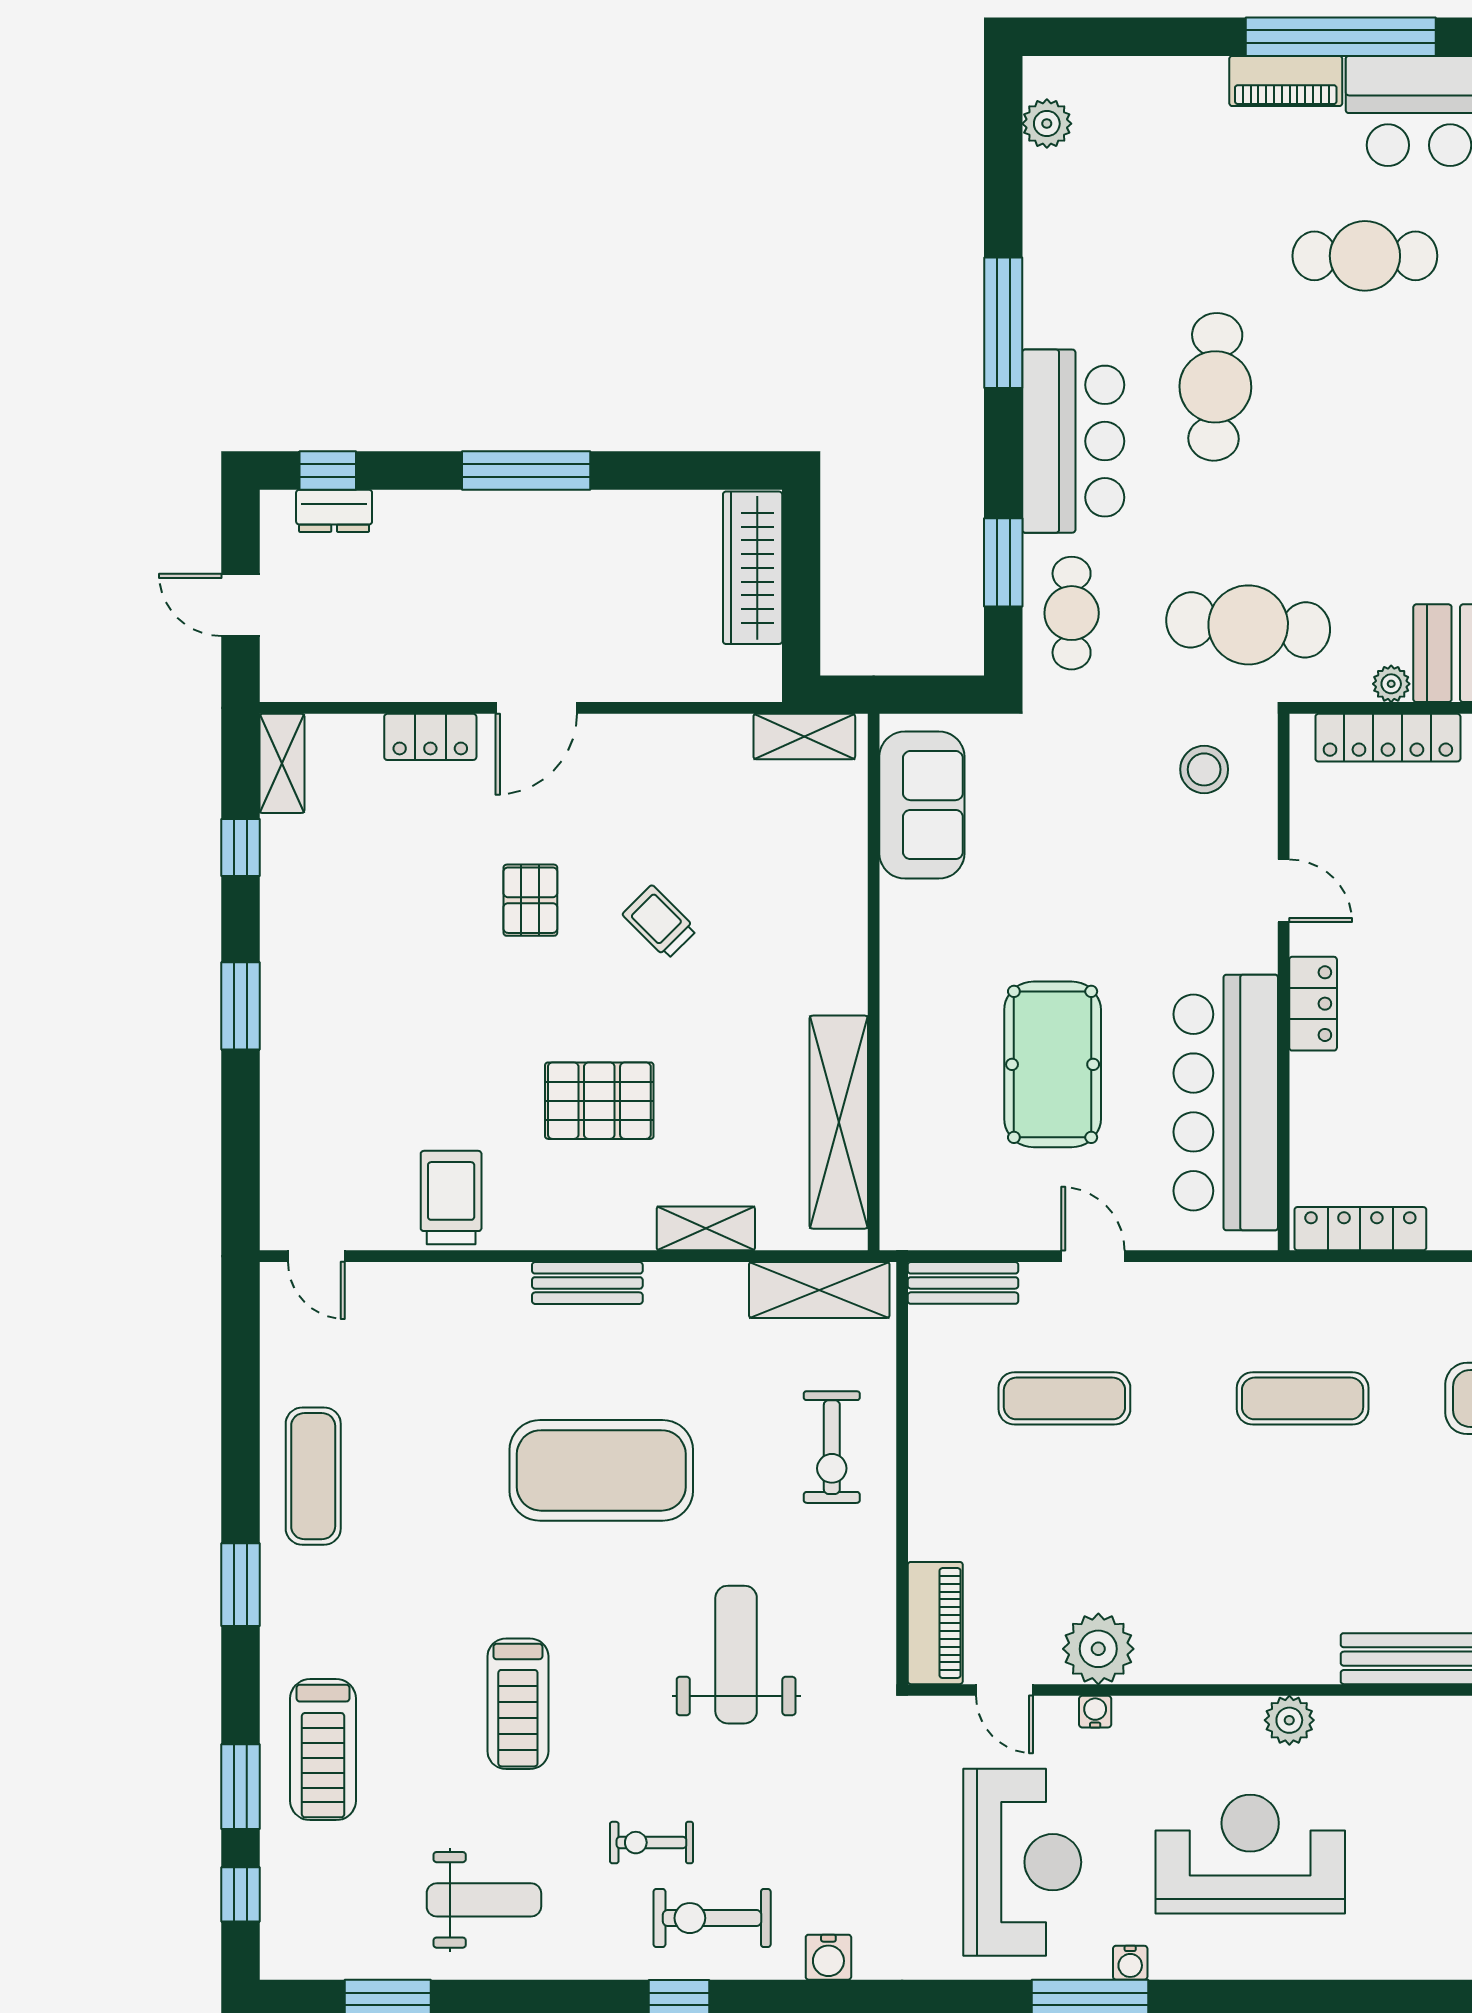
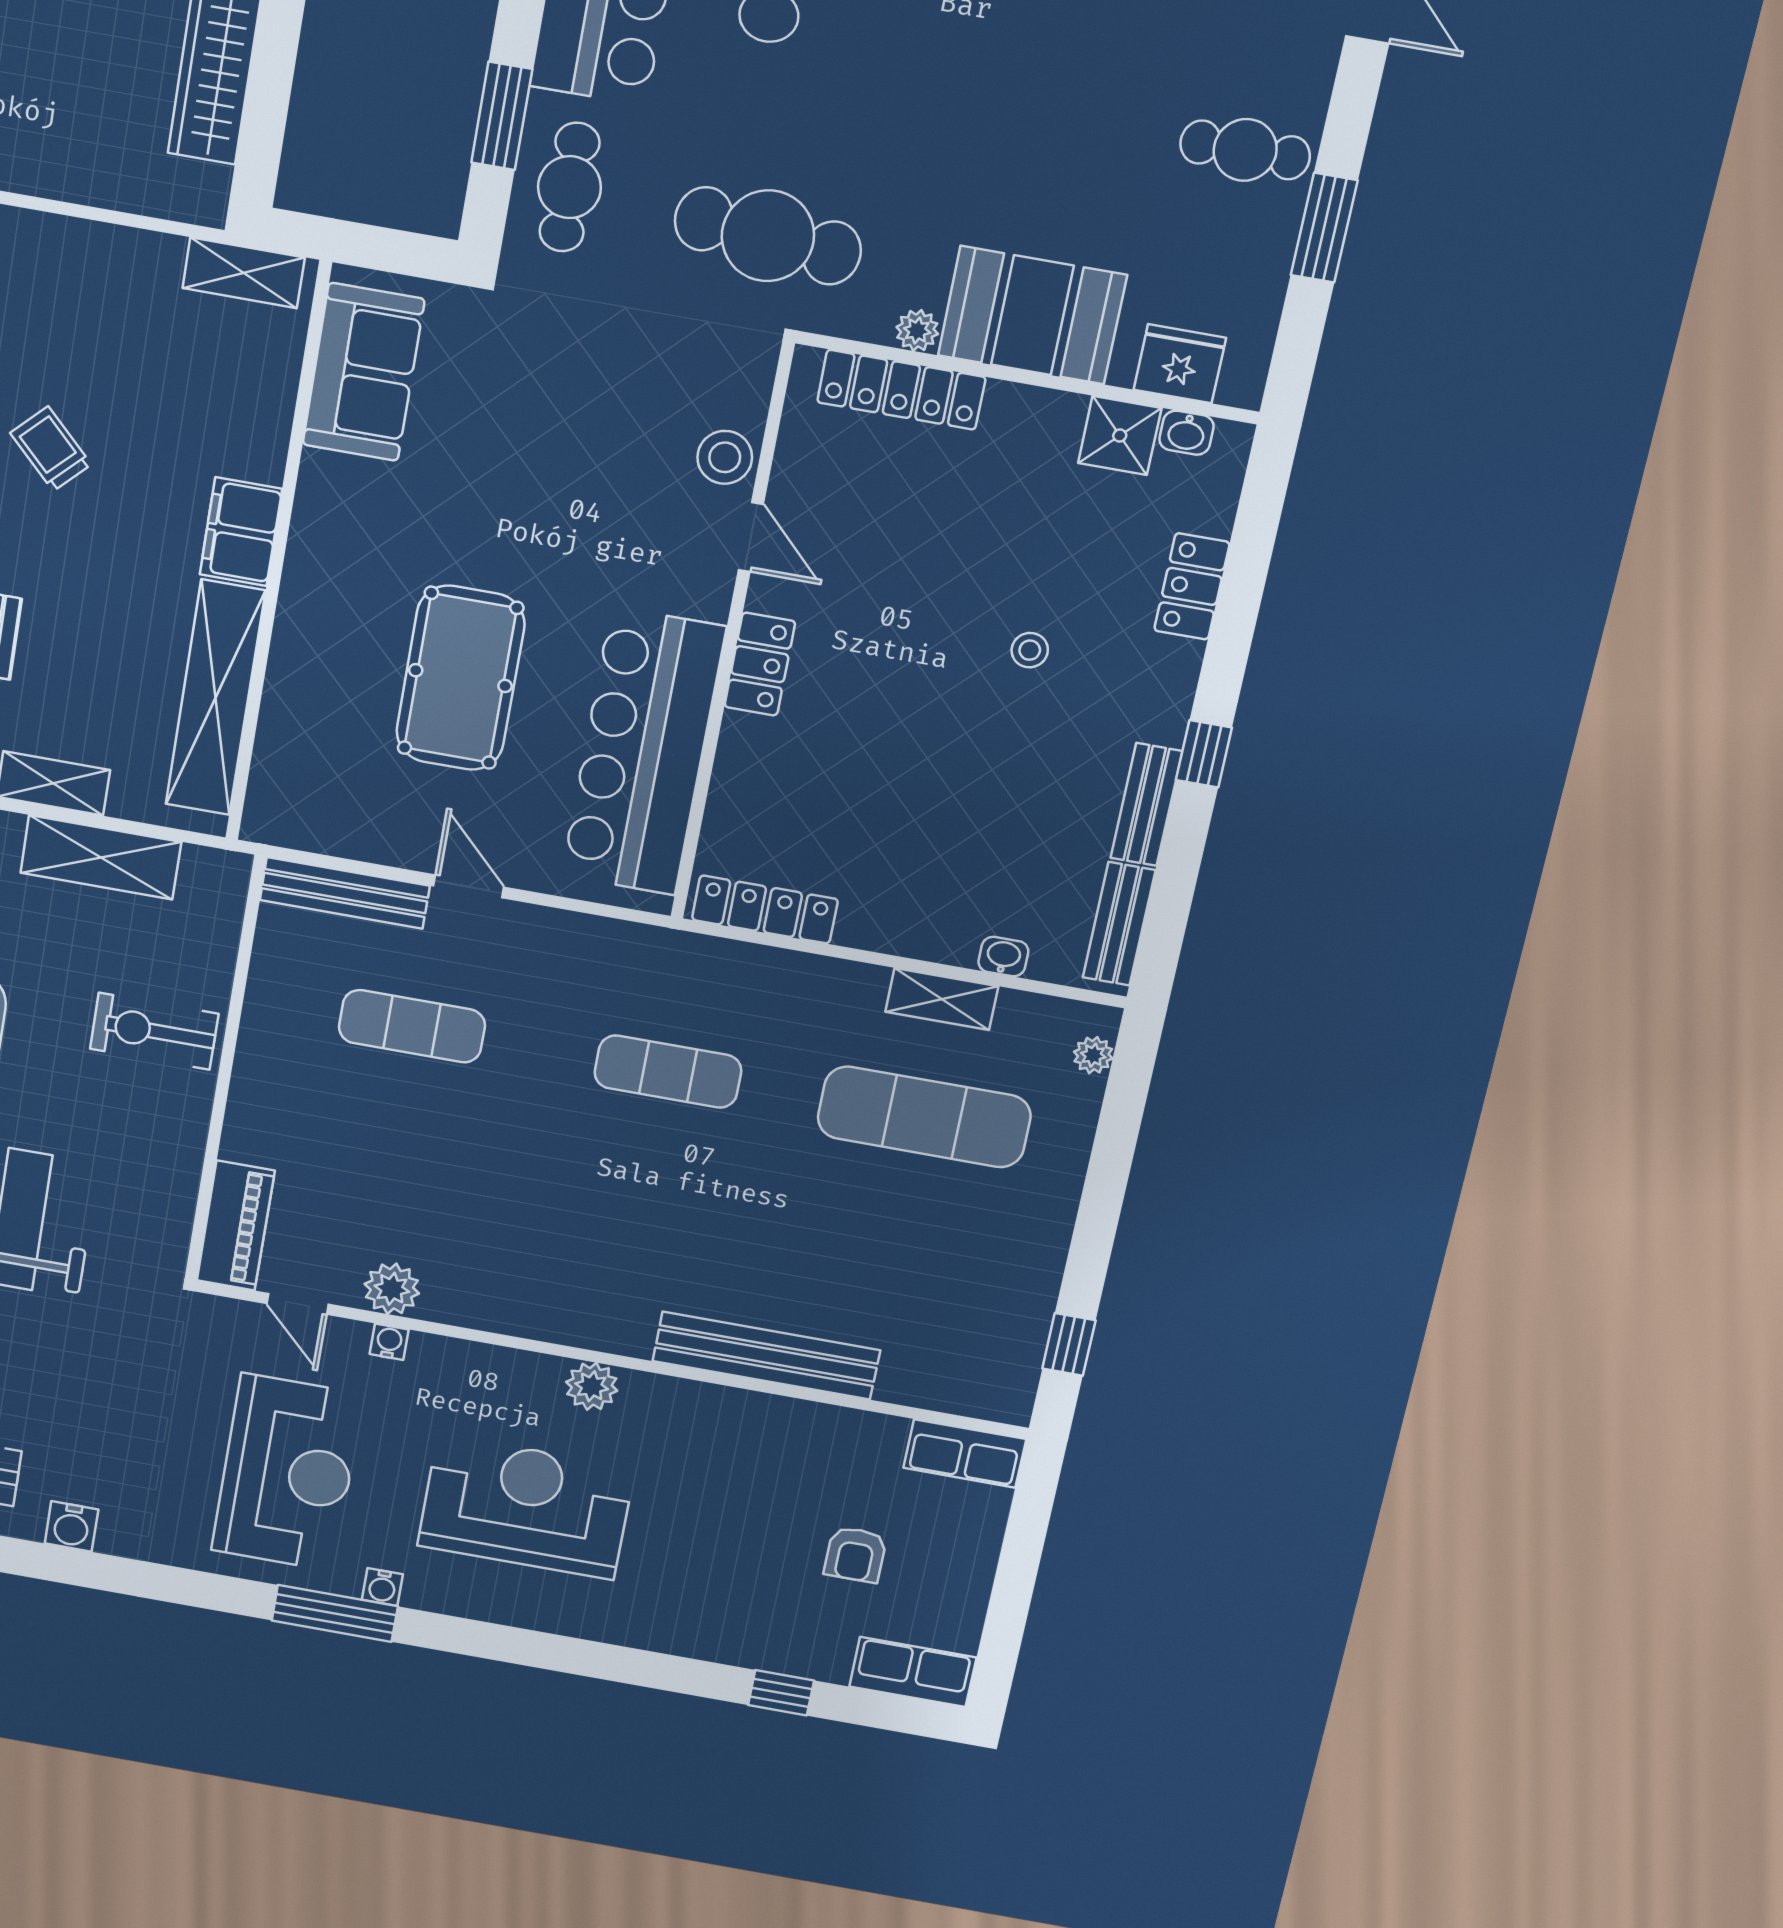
stool: (1204, 769) -> (725, 457), moved
filing cabinet: (838, 967) -> (241, 532), added
bench: (963, 1283) -> (345, 893), width x1.36
shelving: (819, 1290) -> (101, 857), moved
exercise bike: (832, 1447) -> (154, 1031), turned 90
plant: (1098, 1649) -> (392, 1289), width x0.73, depth x0.73

